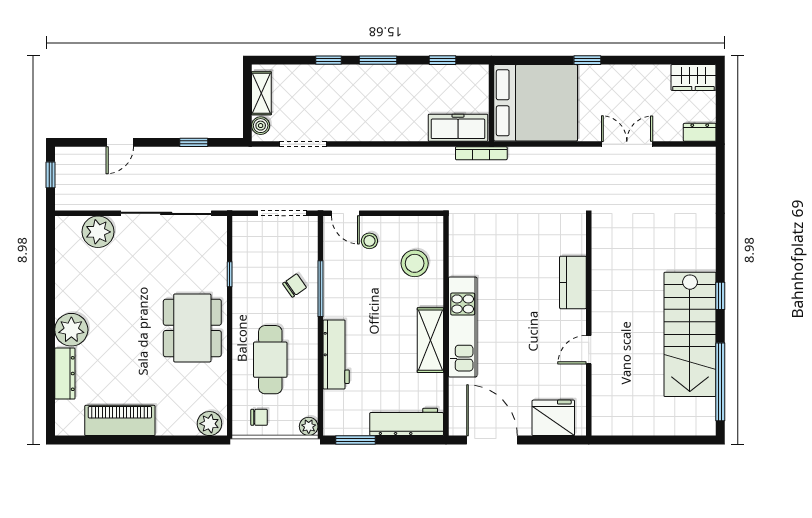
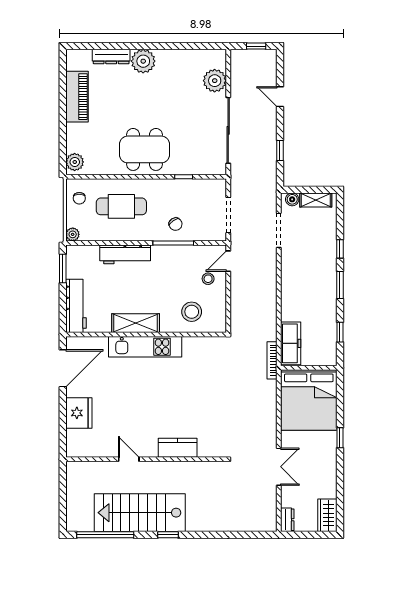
kitchen counter: (573, 282) -> (178, 448), moved
wall: (589, 326) -> (146, 459), moved
door: (589, 350) -> (129, 459), moved

